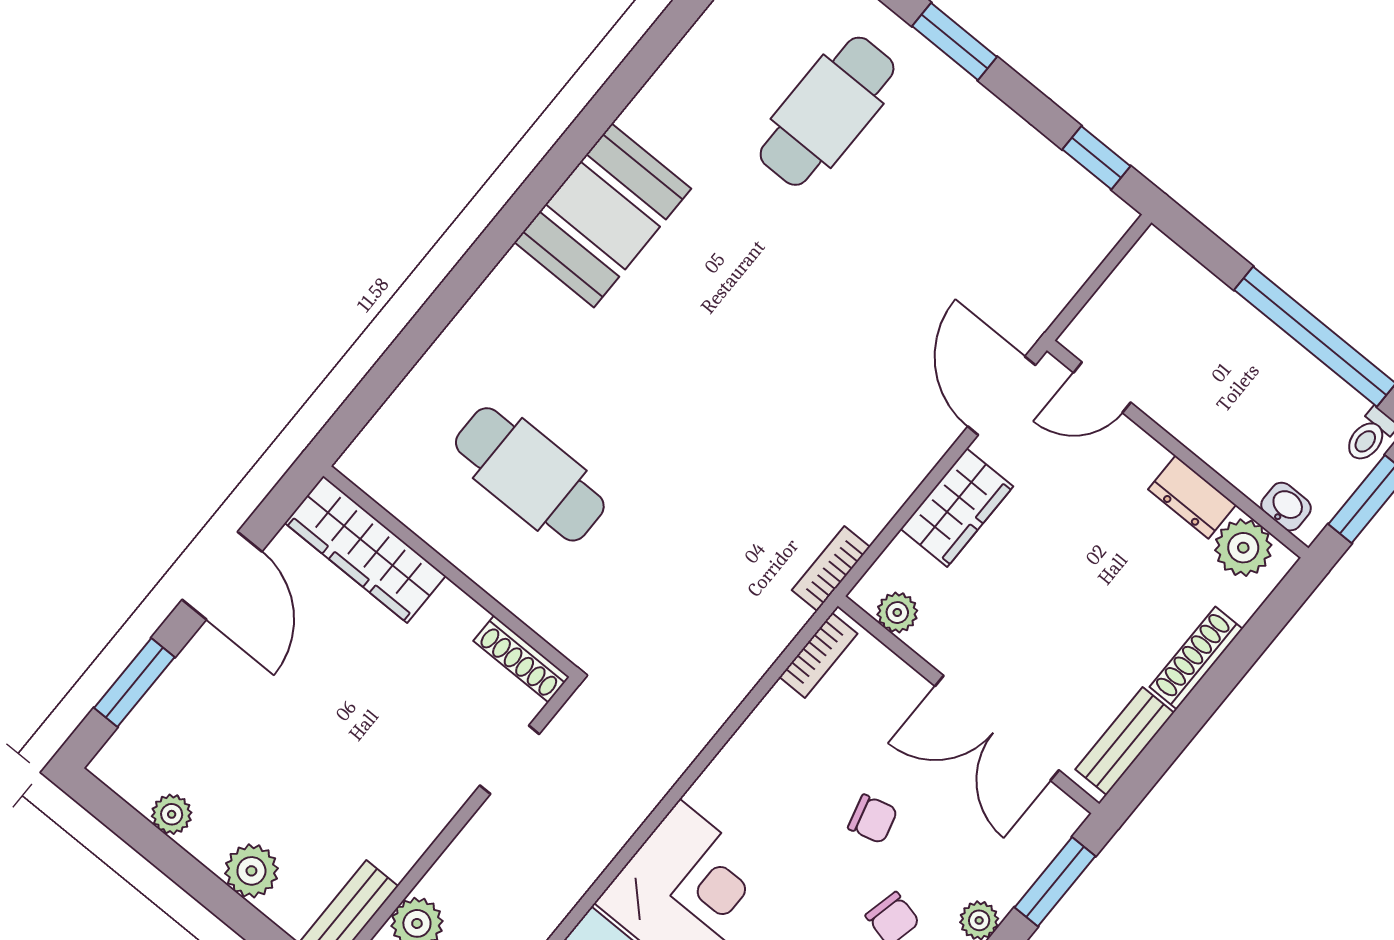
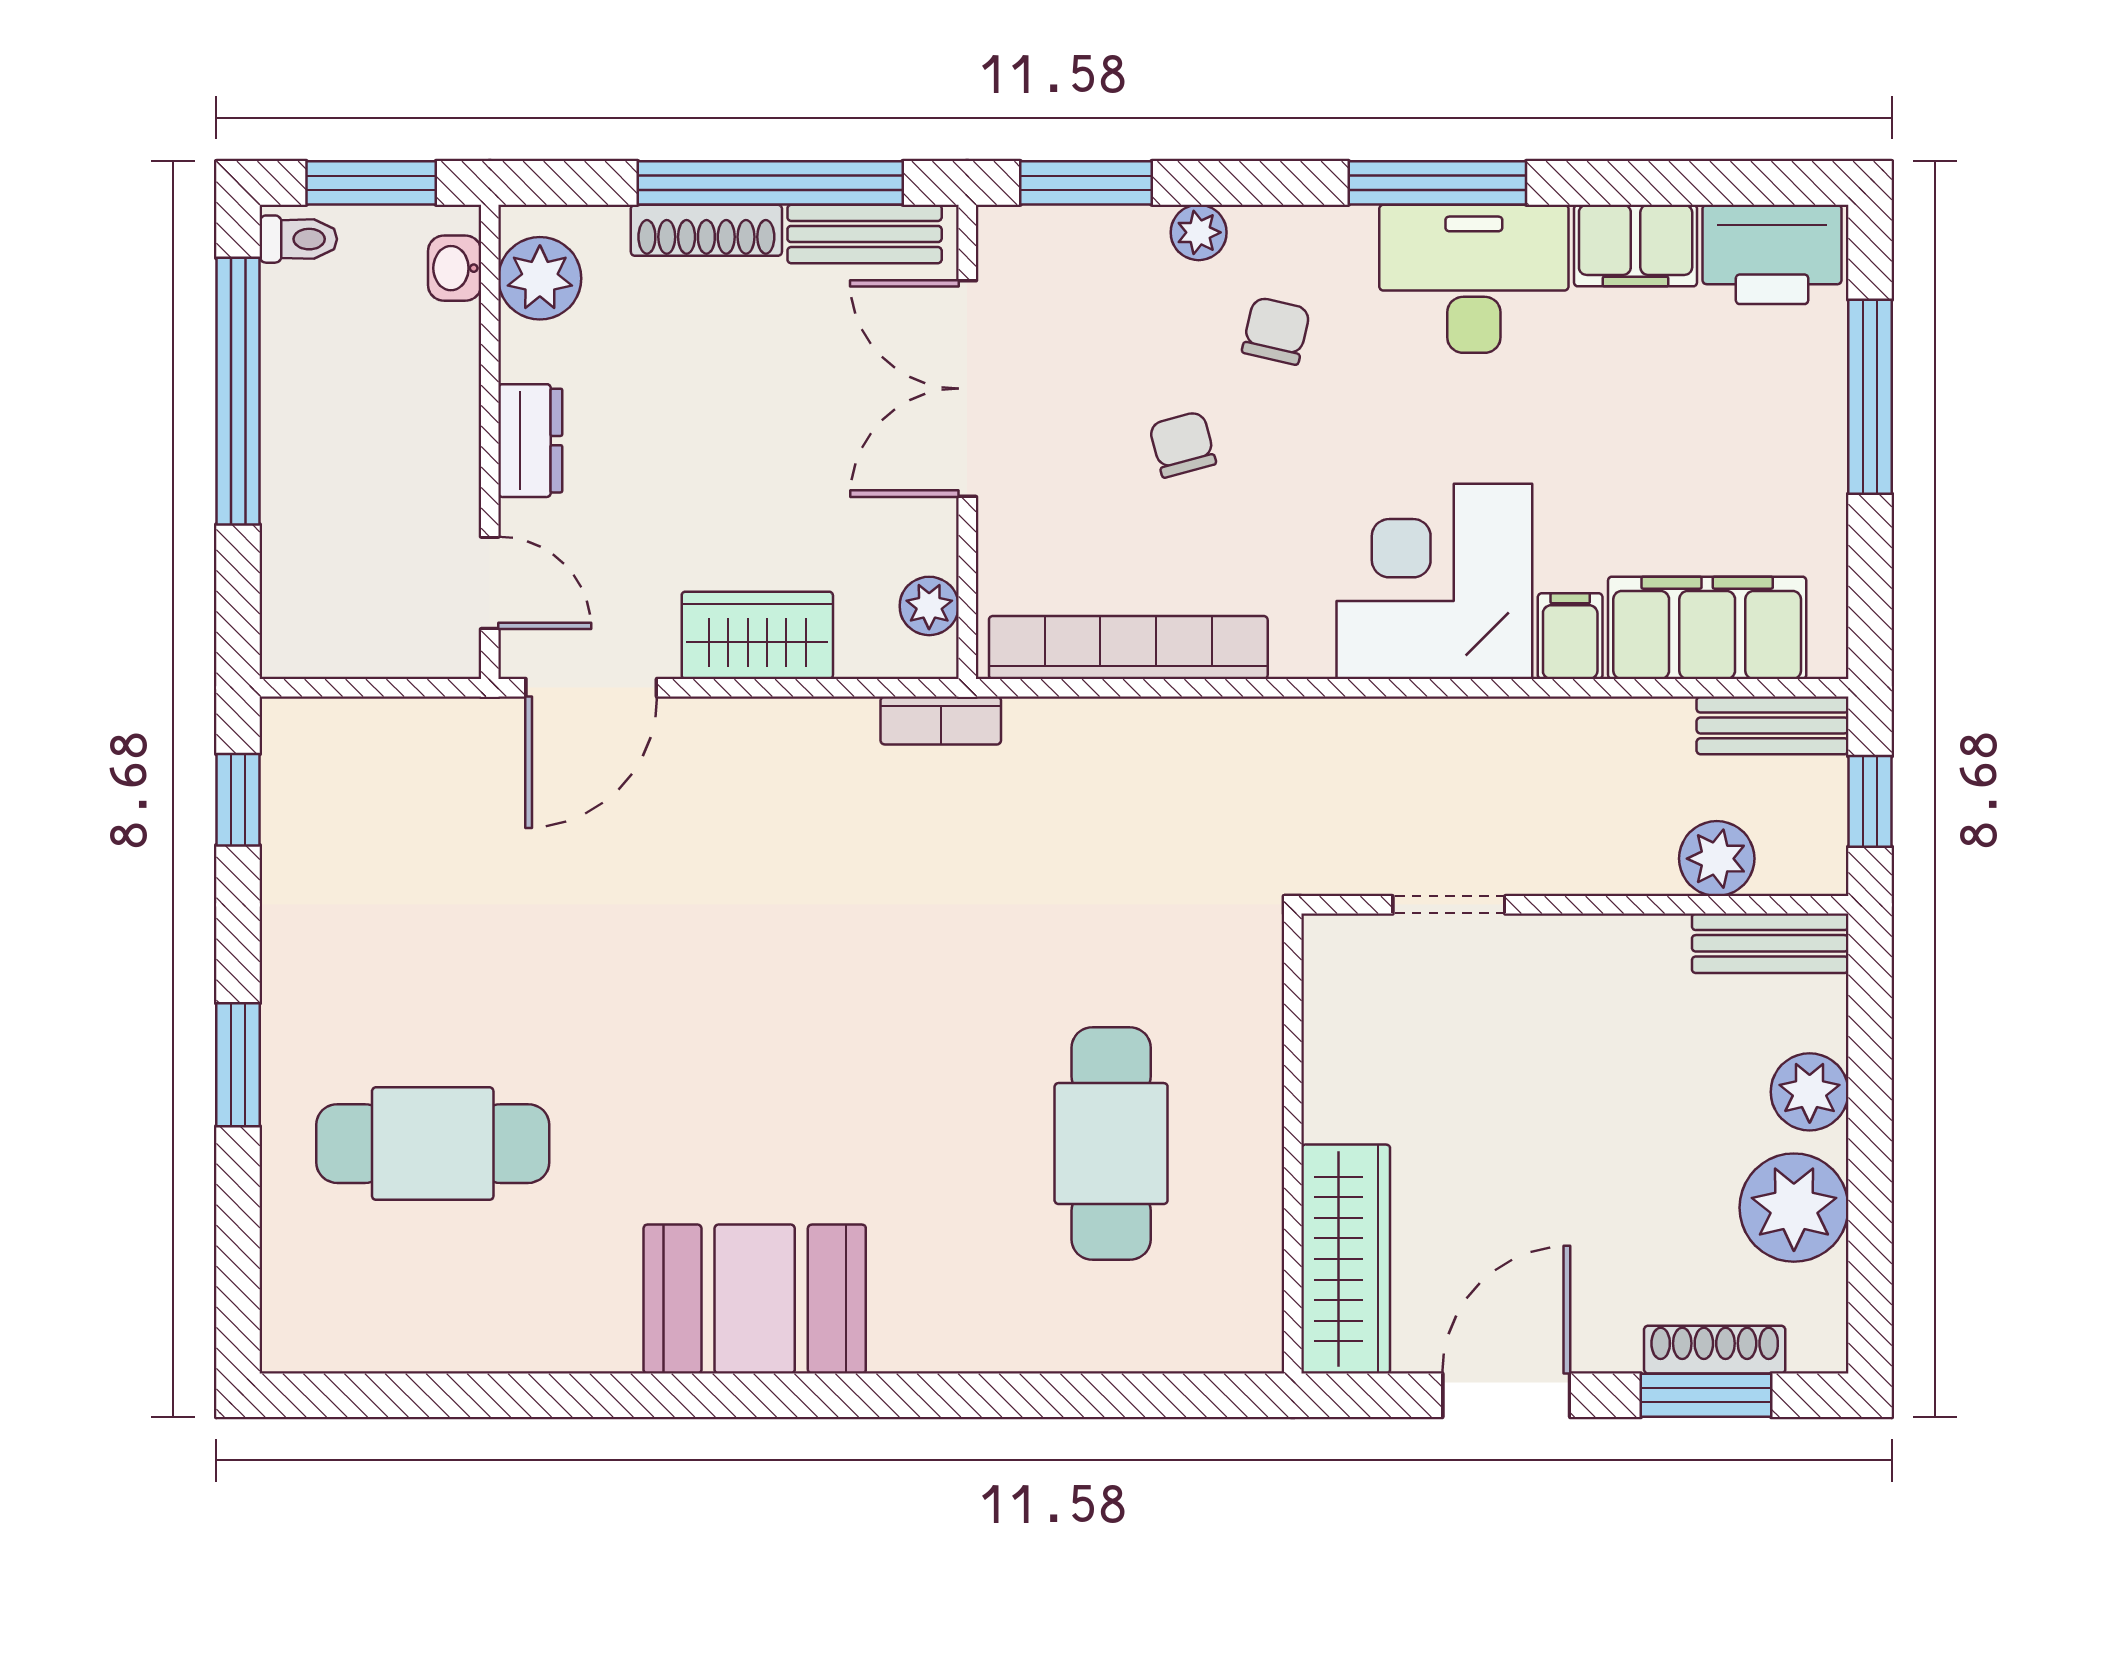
dresser: (1192, 497) -> (530, 441), moved
bookcase: (818, 655) -> (1128, 648), width x2.31, depth x1.31
shoe rack: (521, 659) -> (1715, 1350), moved, turned -90
window: (1193, 713) -> (770, 183), added
double door: (997, 728) -> (967, 389), swing flipped
plant: (172, 814) -> (1794, 1208), width x1.87, depth x1.87

